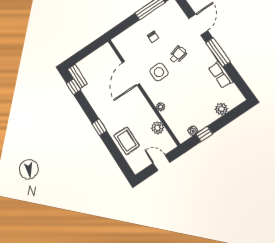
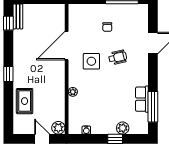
window: (218, 52) -> (153, 107), moved
plant: (158, 128) -> (58, 128), moved
window: (204, 134) -> (115, 139), moved

